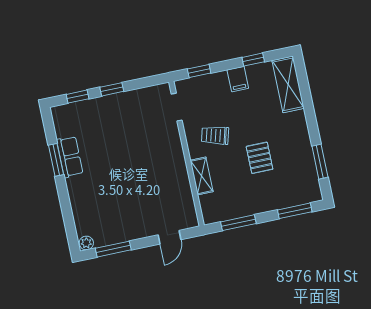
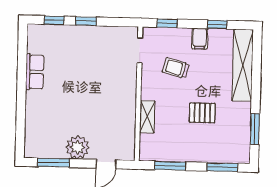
shelving: (288, 84) -> (243, 65), width x1.47
trolley: (215, 135) -> (176, 68), moved
pallet: (260, 158) -> (202, 113), turned 90
window: (56, 160) -> (22, 72), removed
plant: (86, 243) -> (78, 147), moved, width x1.87, depth x1.87

